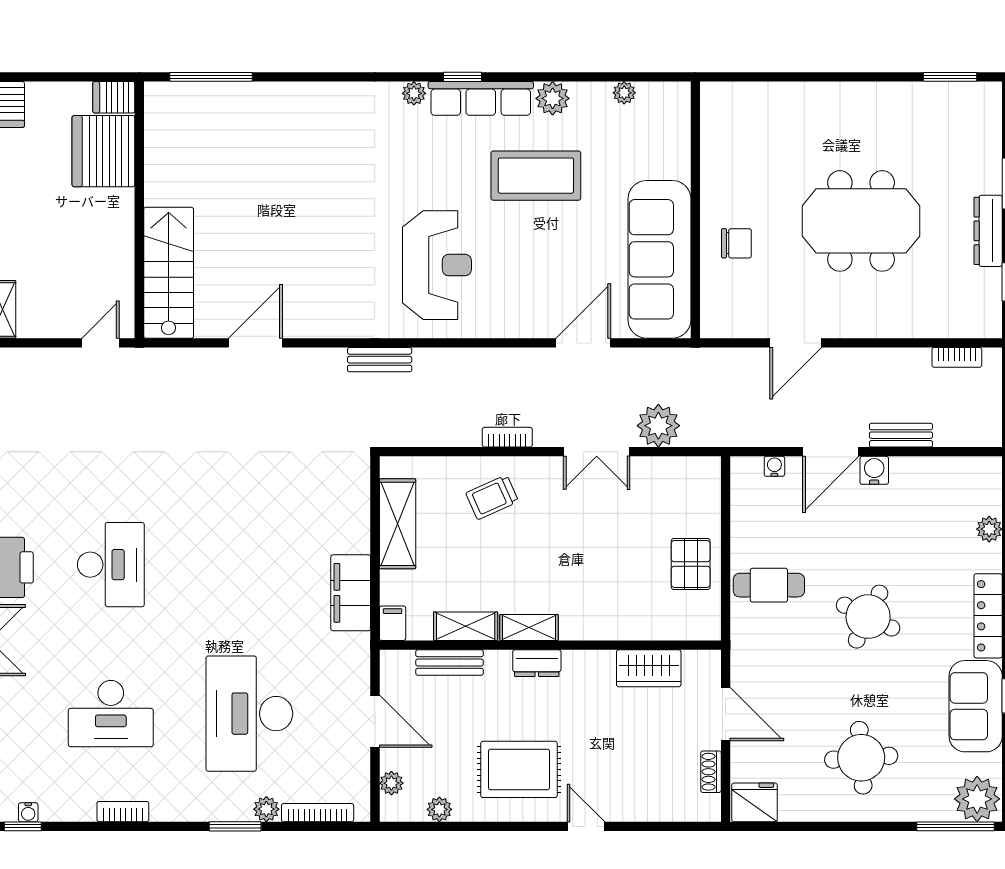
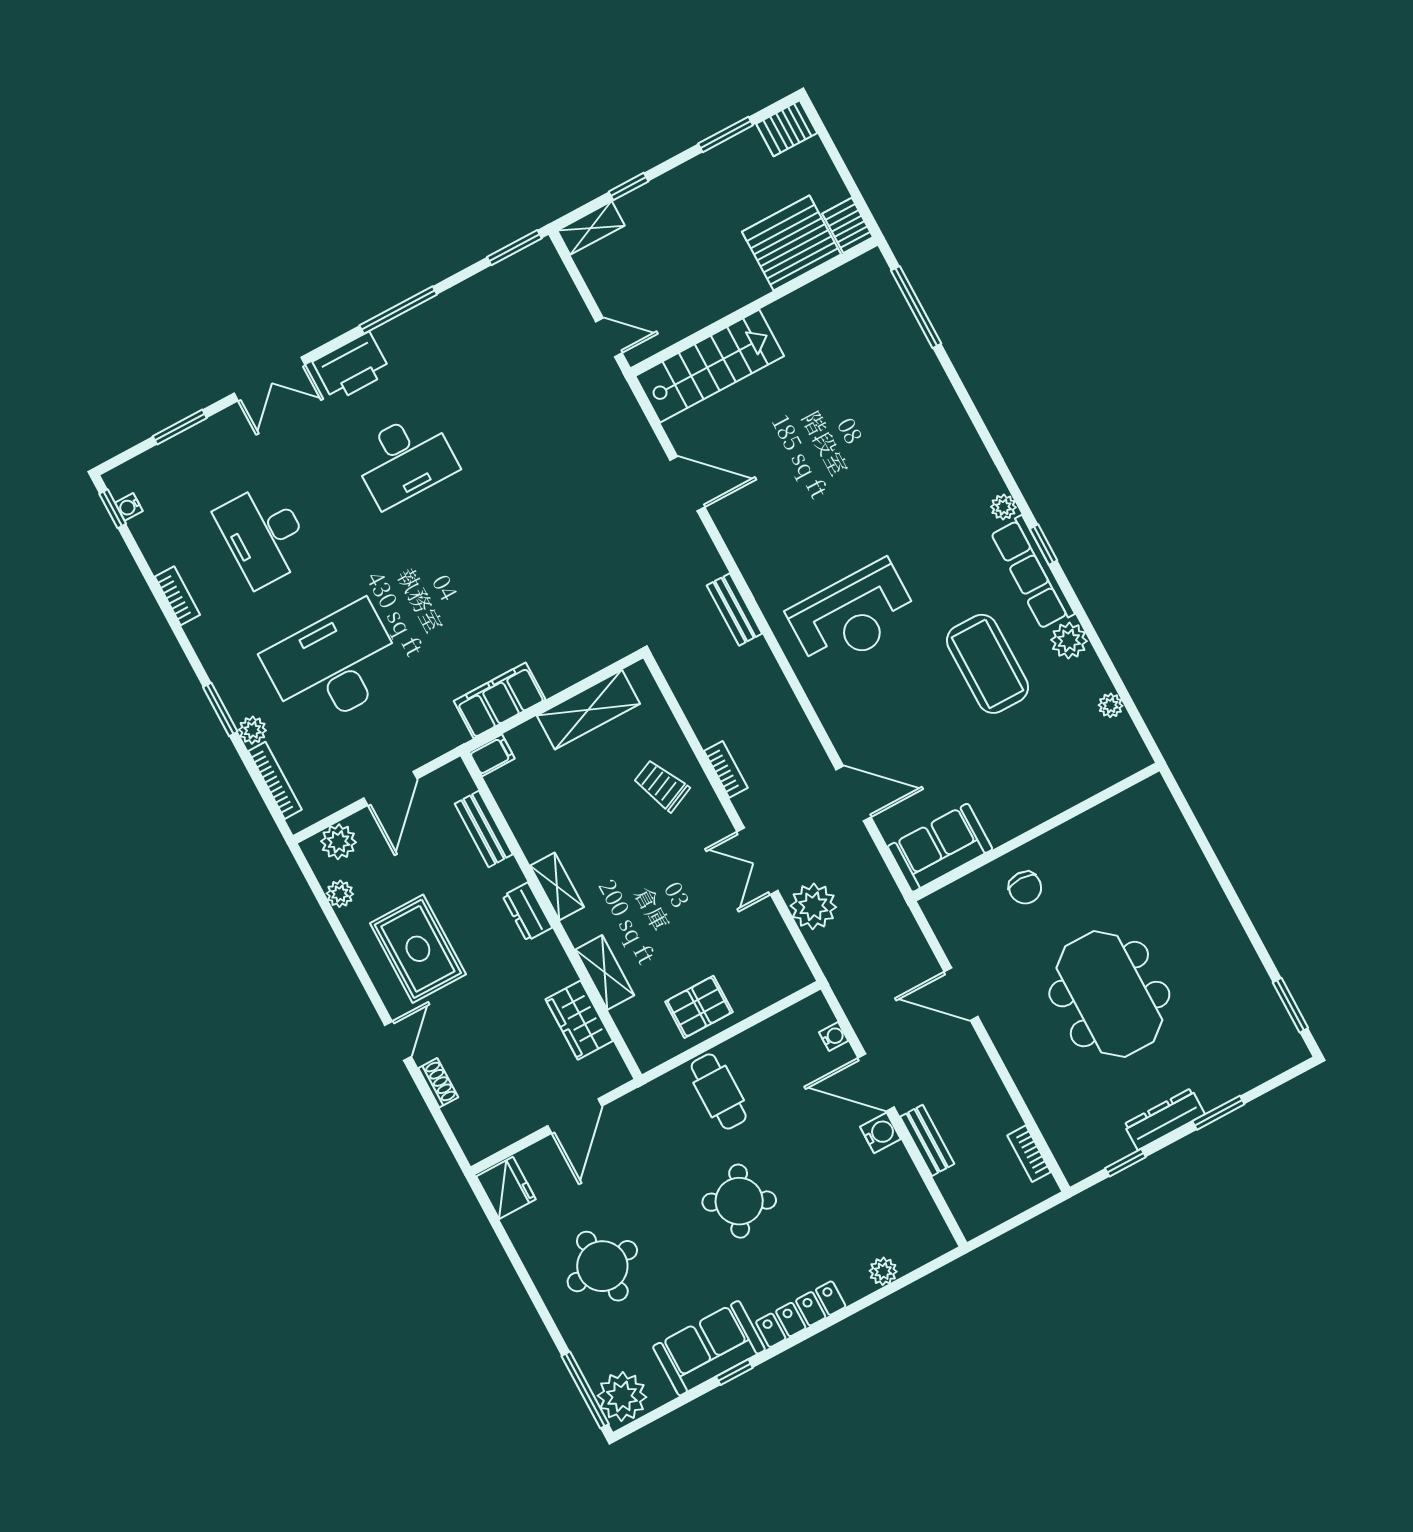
sofa: (659, 259) -> (940, 848), width x0.54, depth x0.79
shelving: (466, 626) -> (605, 972), moved
shoe rack: (711, 772) -> (438, 1083), moved, turned 90
plant: (391, 783) -> (338, 842), width x1.38, depth x1.38

